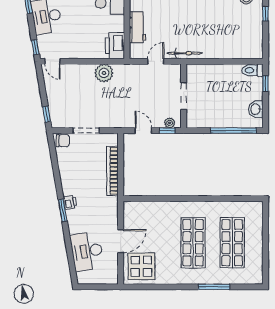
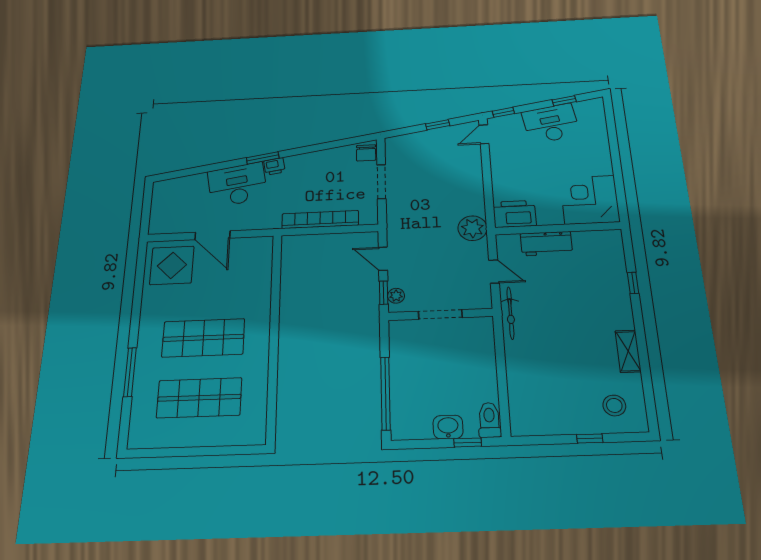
plant: (104, 73) -> (472, 228), moved
washbasin: (256, 109) -> (448, 427), moved
window: (47, 114) -> (438, 125), moved
door: (143, 131) -> (383, 259), swing flipped
desk: (87, 251) -> (237, 185), moved

